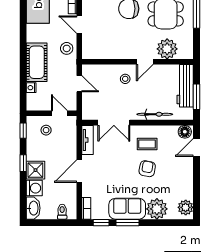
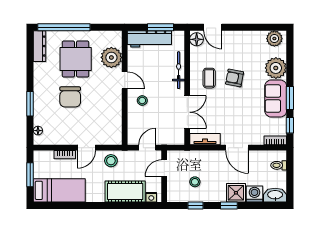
wall: (52, 113) -> (164, 176), moved
door: (59, 113) -> (164, 168), moved

